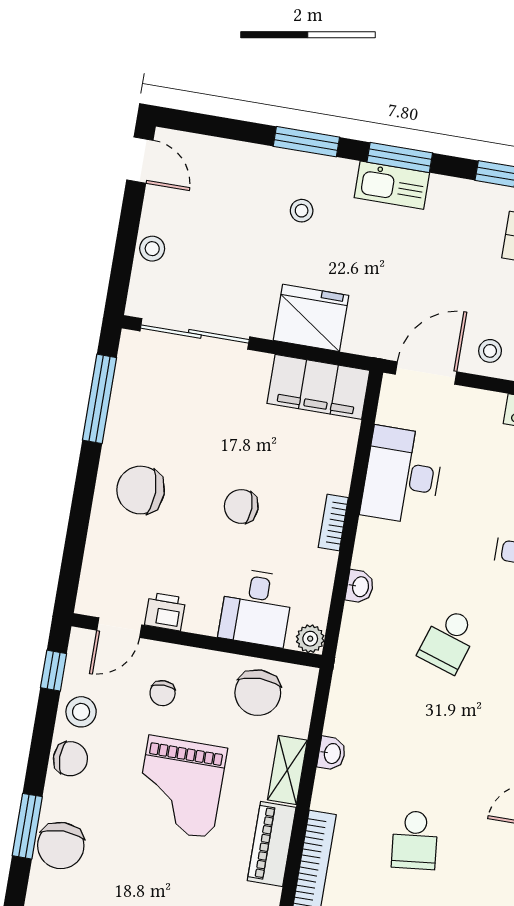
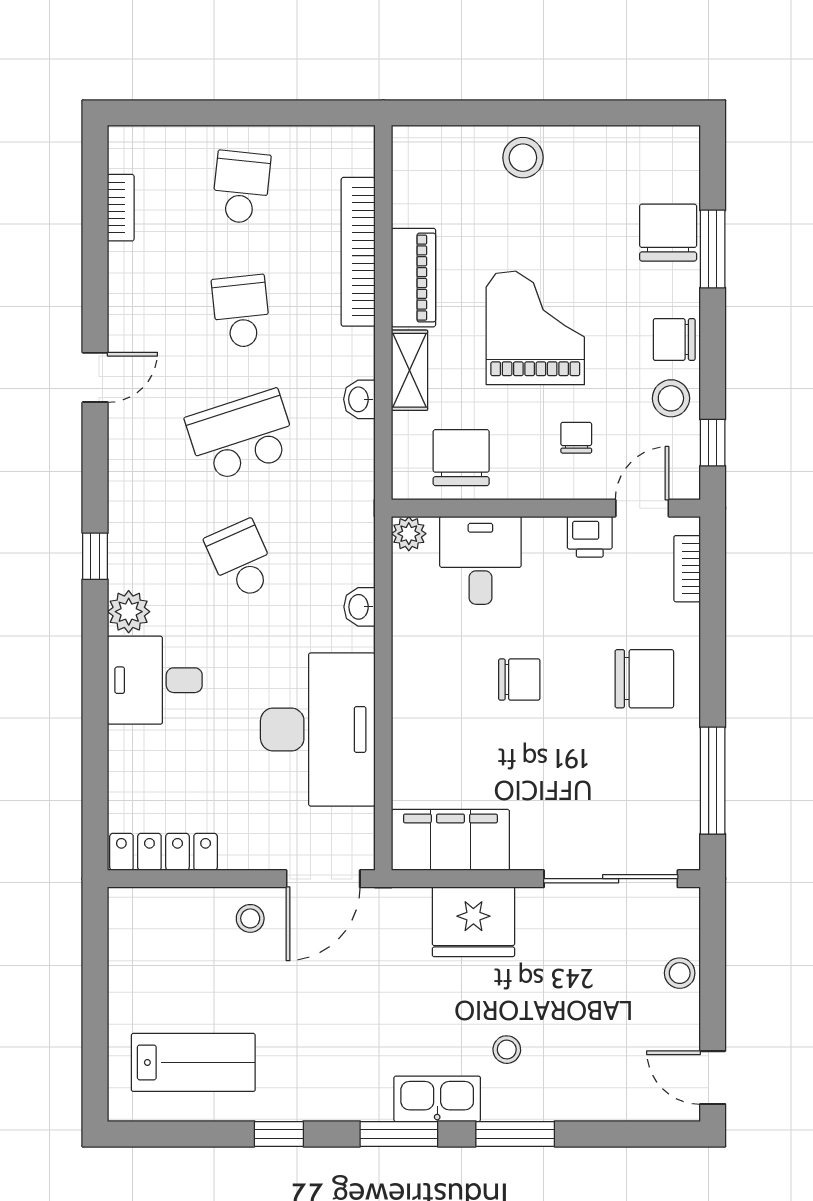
kitchen sink: (392, 185) -> (437, 1099), moved
desk: (402, 475) -> (318, 730), width x1.36, depth x1.30
bookcase: (333, 523) -> (687, 569), moved, turned 180
school desk: (449, 640) -> (241, 560), turned -42
school desk: (432, 740) -> (241, 436), added

